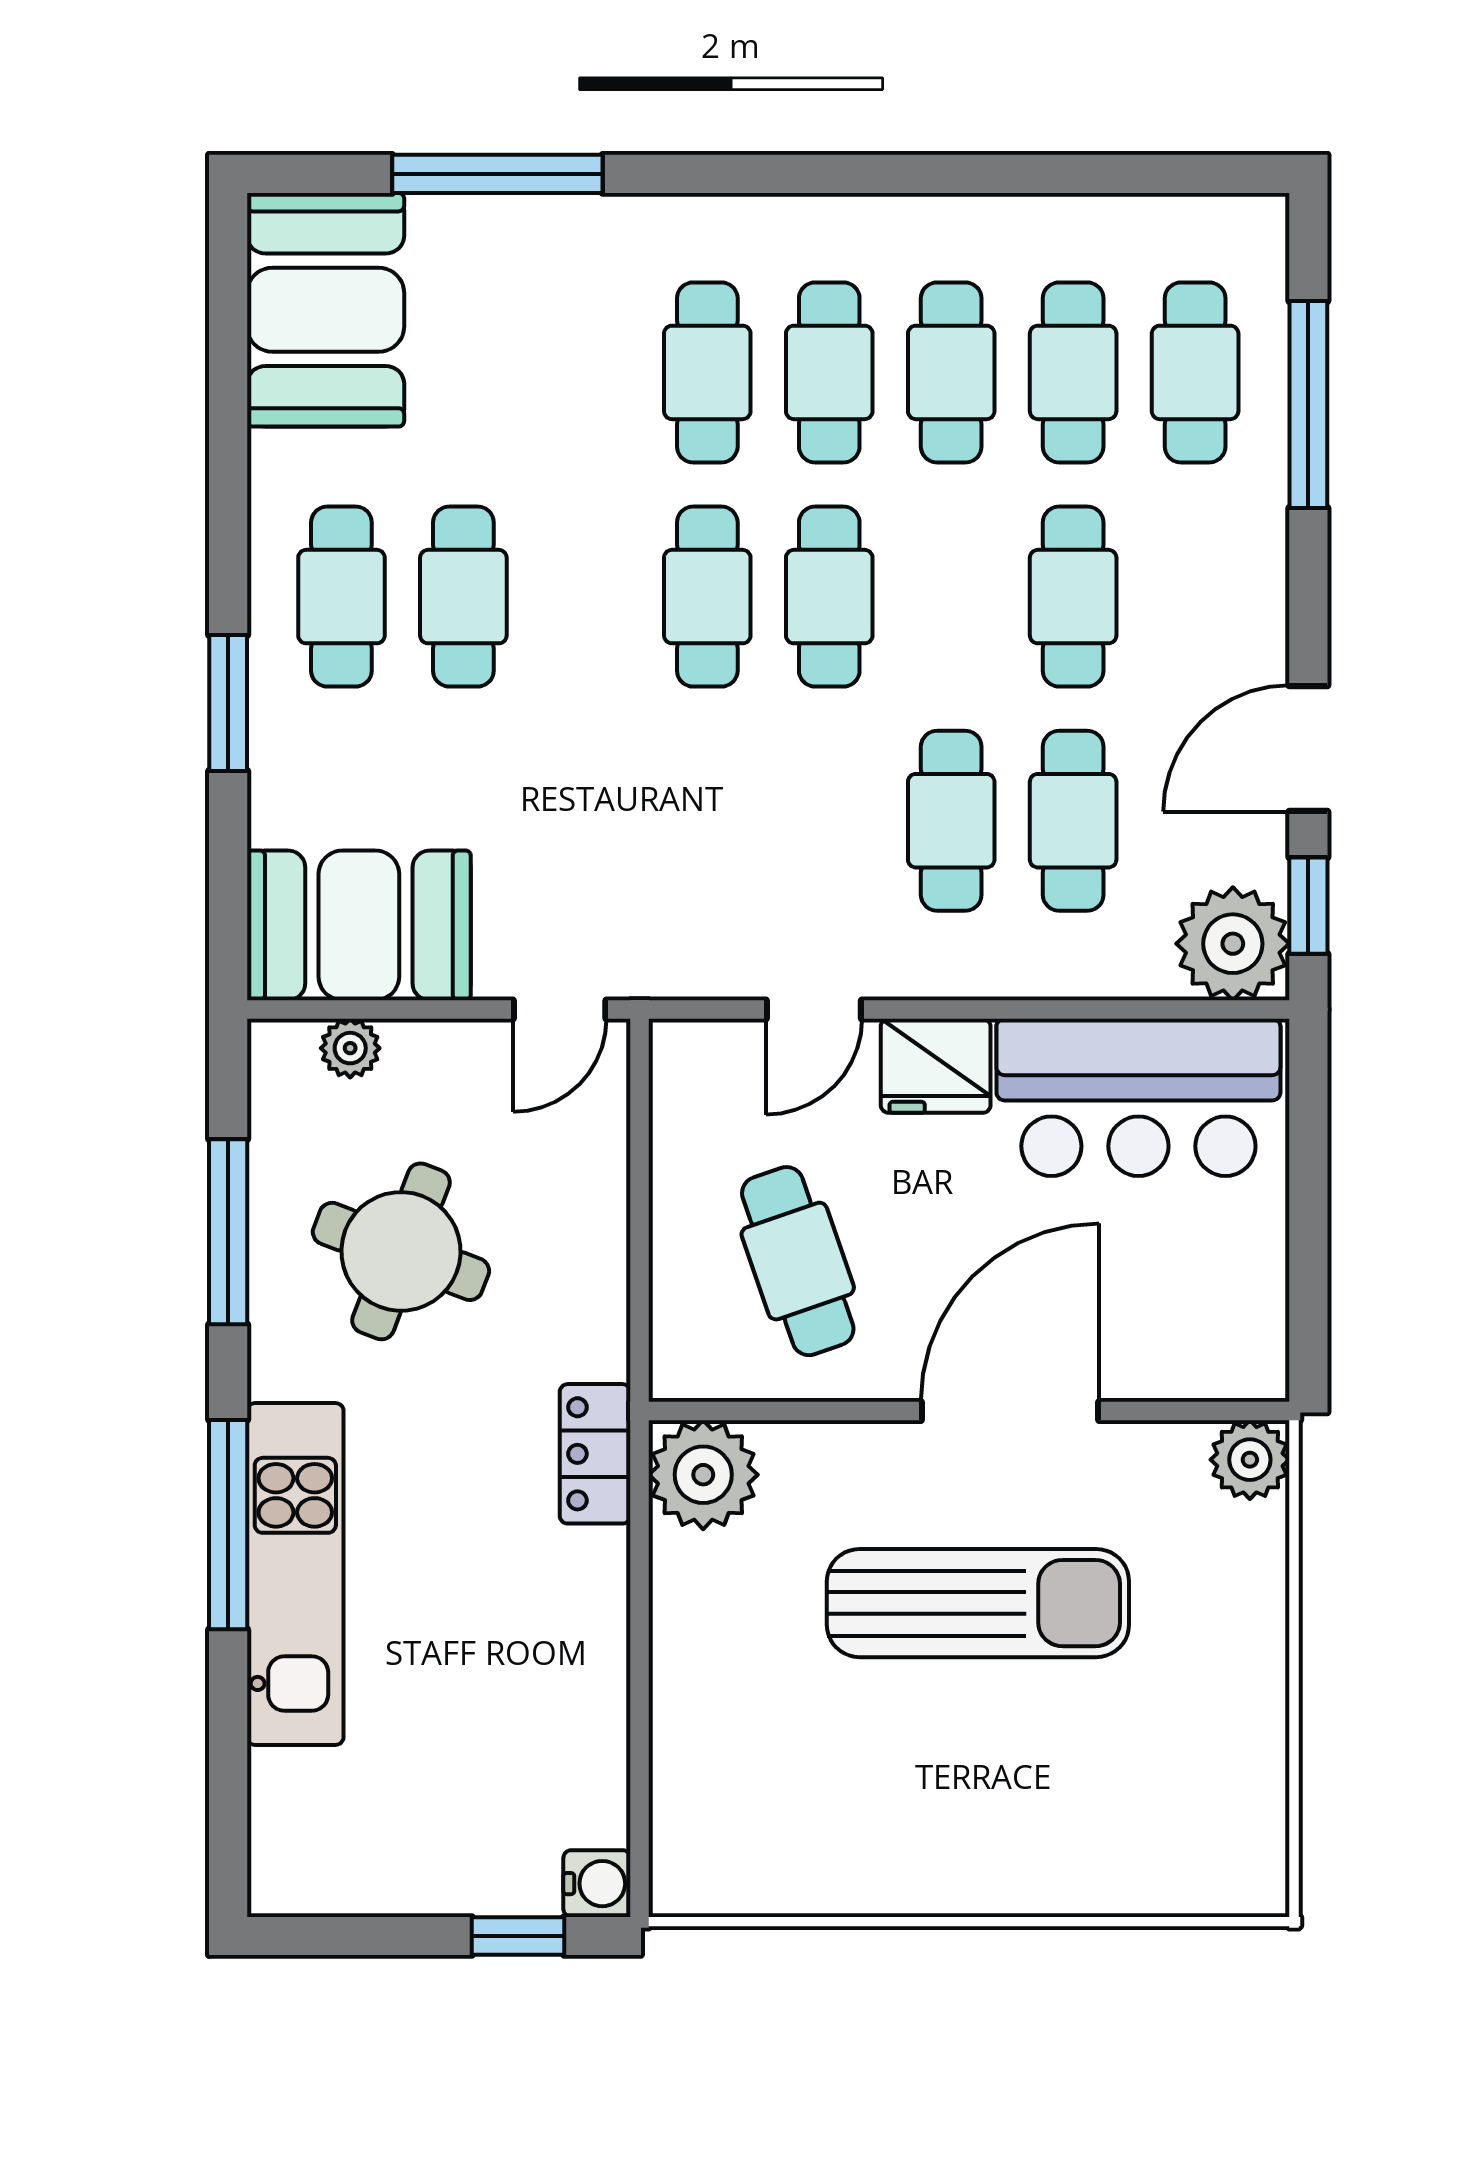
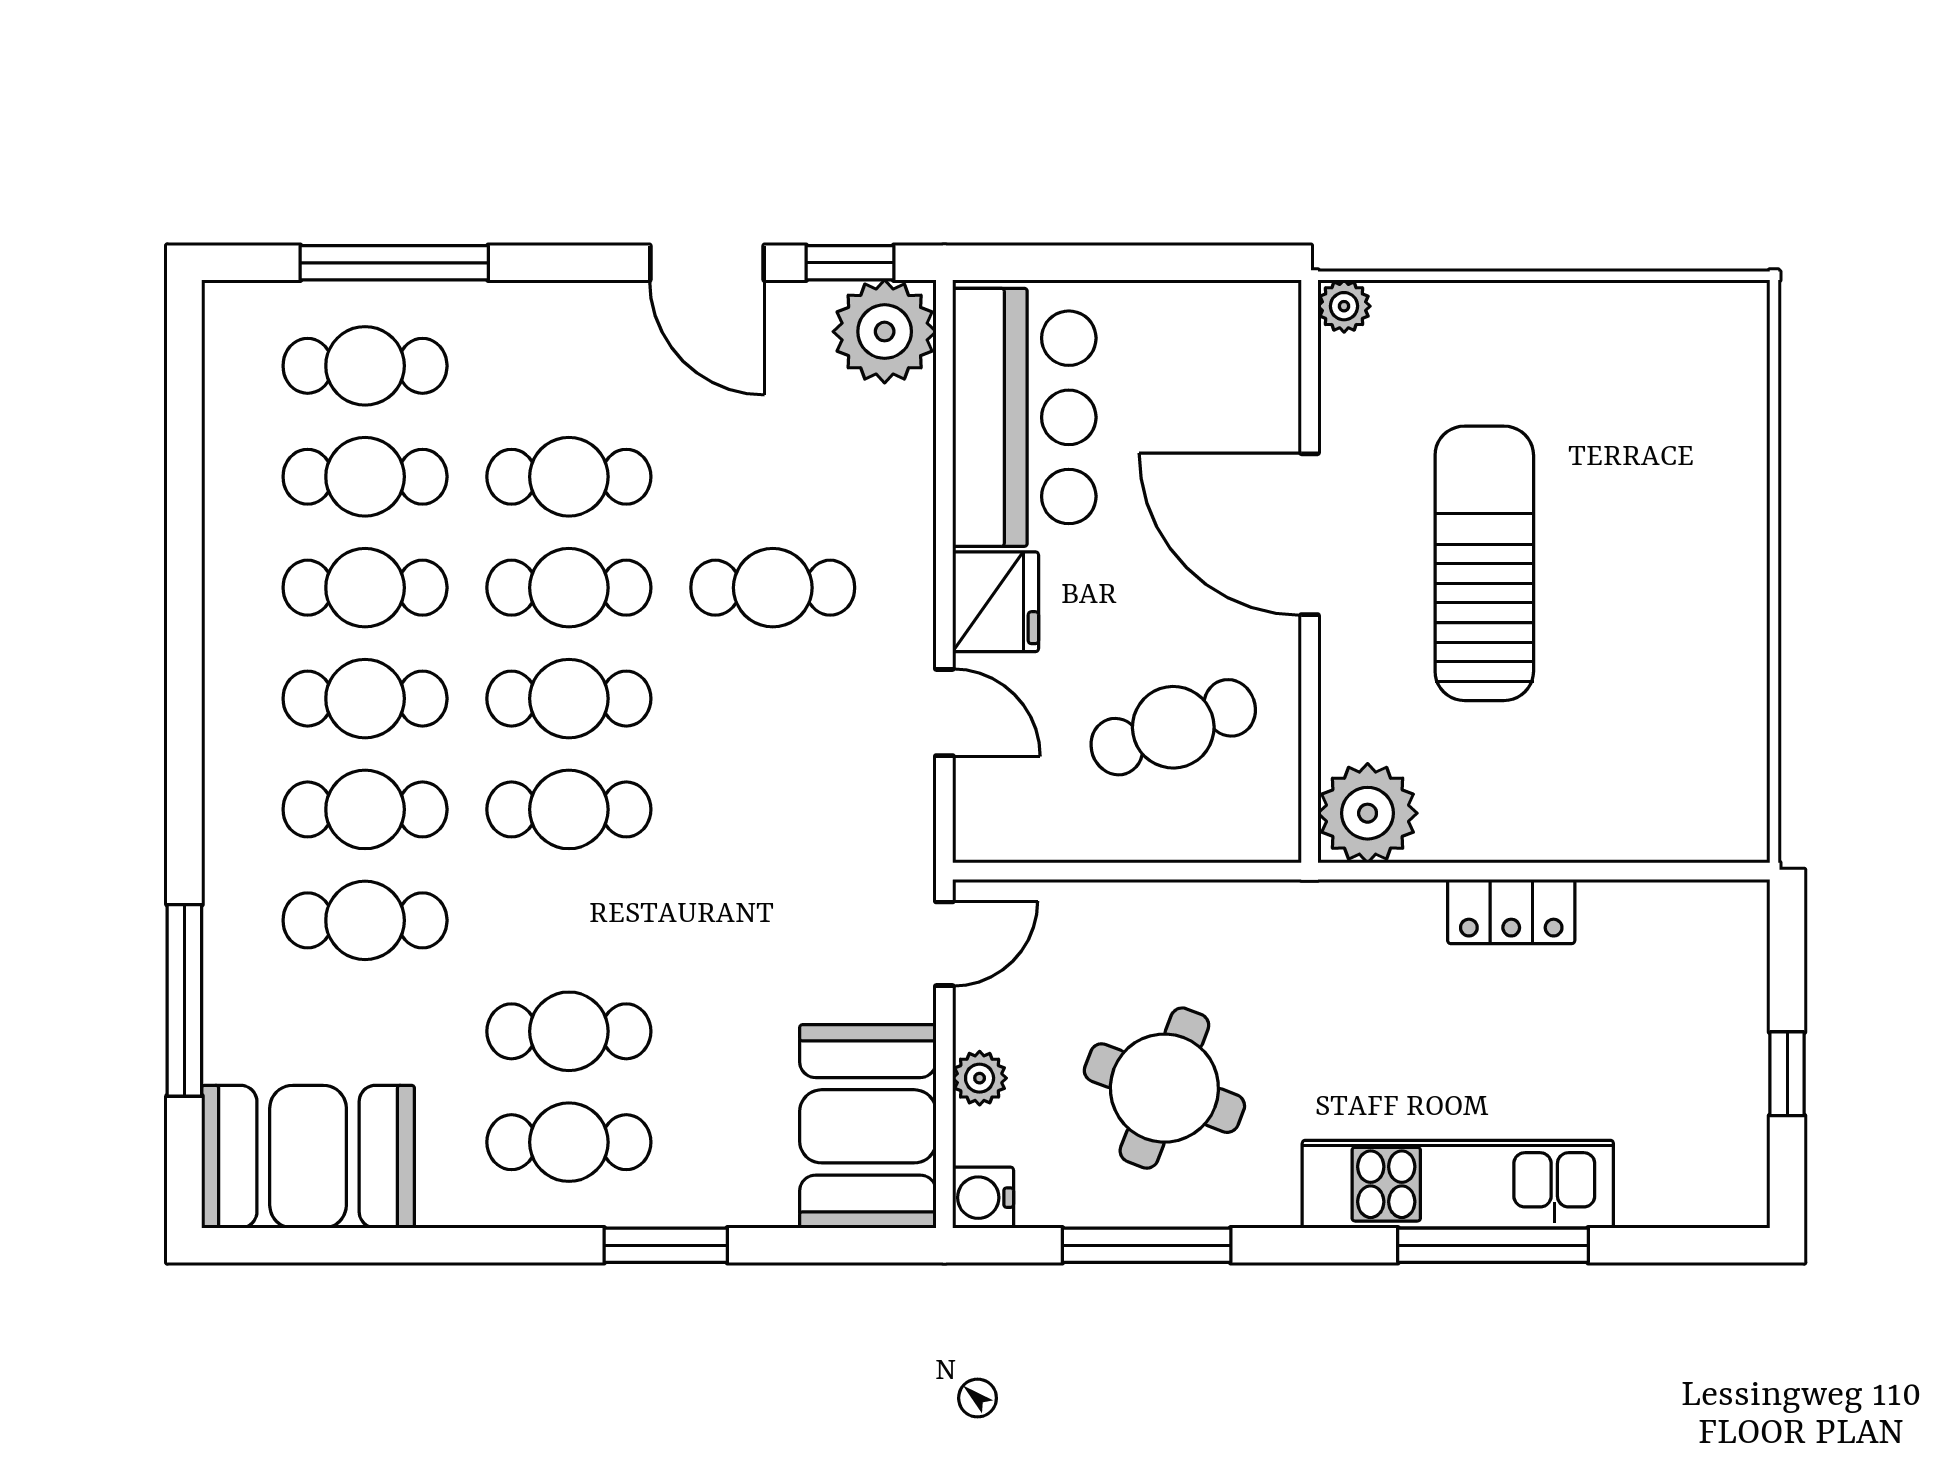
cafe table: (585, 372) -> (365, 920), added
cafe table: (1073, 821) -> (569, 588), moved
door: (560, 1009) -> (944, 944), hinge flipped
plant: (350, 1048) -> (980, 1078), moved
locker: (595, 1454) -> (1511, 912), moved
plant: (1250, 1460) -> (1344, 306), width x0.73, depth x0.73
window: (228, 1525) -> (1493, 1245), moved
water cooler: (597, 1884) -> (983, 1198), moved, turned -90
window: (518, 1936) -> (1787, 1074), moved

